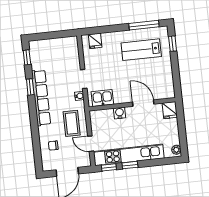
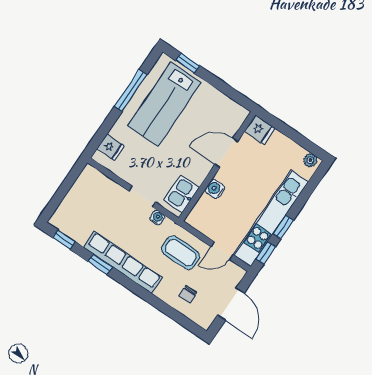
window: (144, 25) -> (131, 90), moved
lab bench: (141, 50) -> (164, 104), width x1.36, depth x1.39

